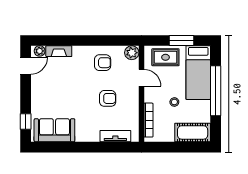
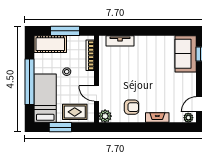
fireplace: (59, 51) -> (157, 117), moved
armchair: (103, 63) -> (132, 107), turned 180
armchair: (108, 98) -> (127, 75), removed
sofa: (54, 130) -> (186, 54), moved, turned 90
window: (176, 147) -> (65, 31), added

